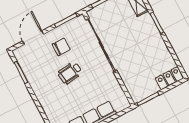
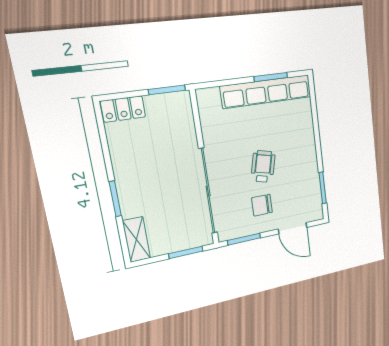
door: (33, 38) -> (293, 228), hinge flipped
wheelchair: (70, 73) -> (263, 166), turned -69

